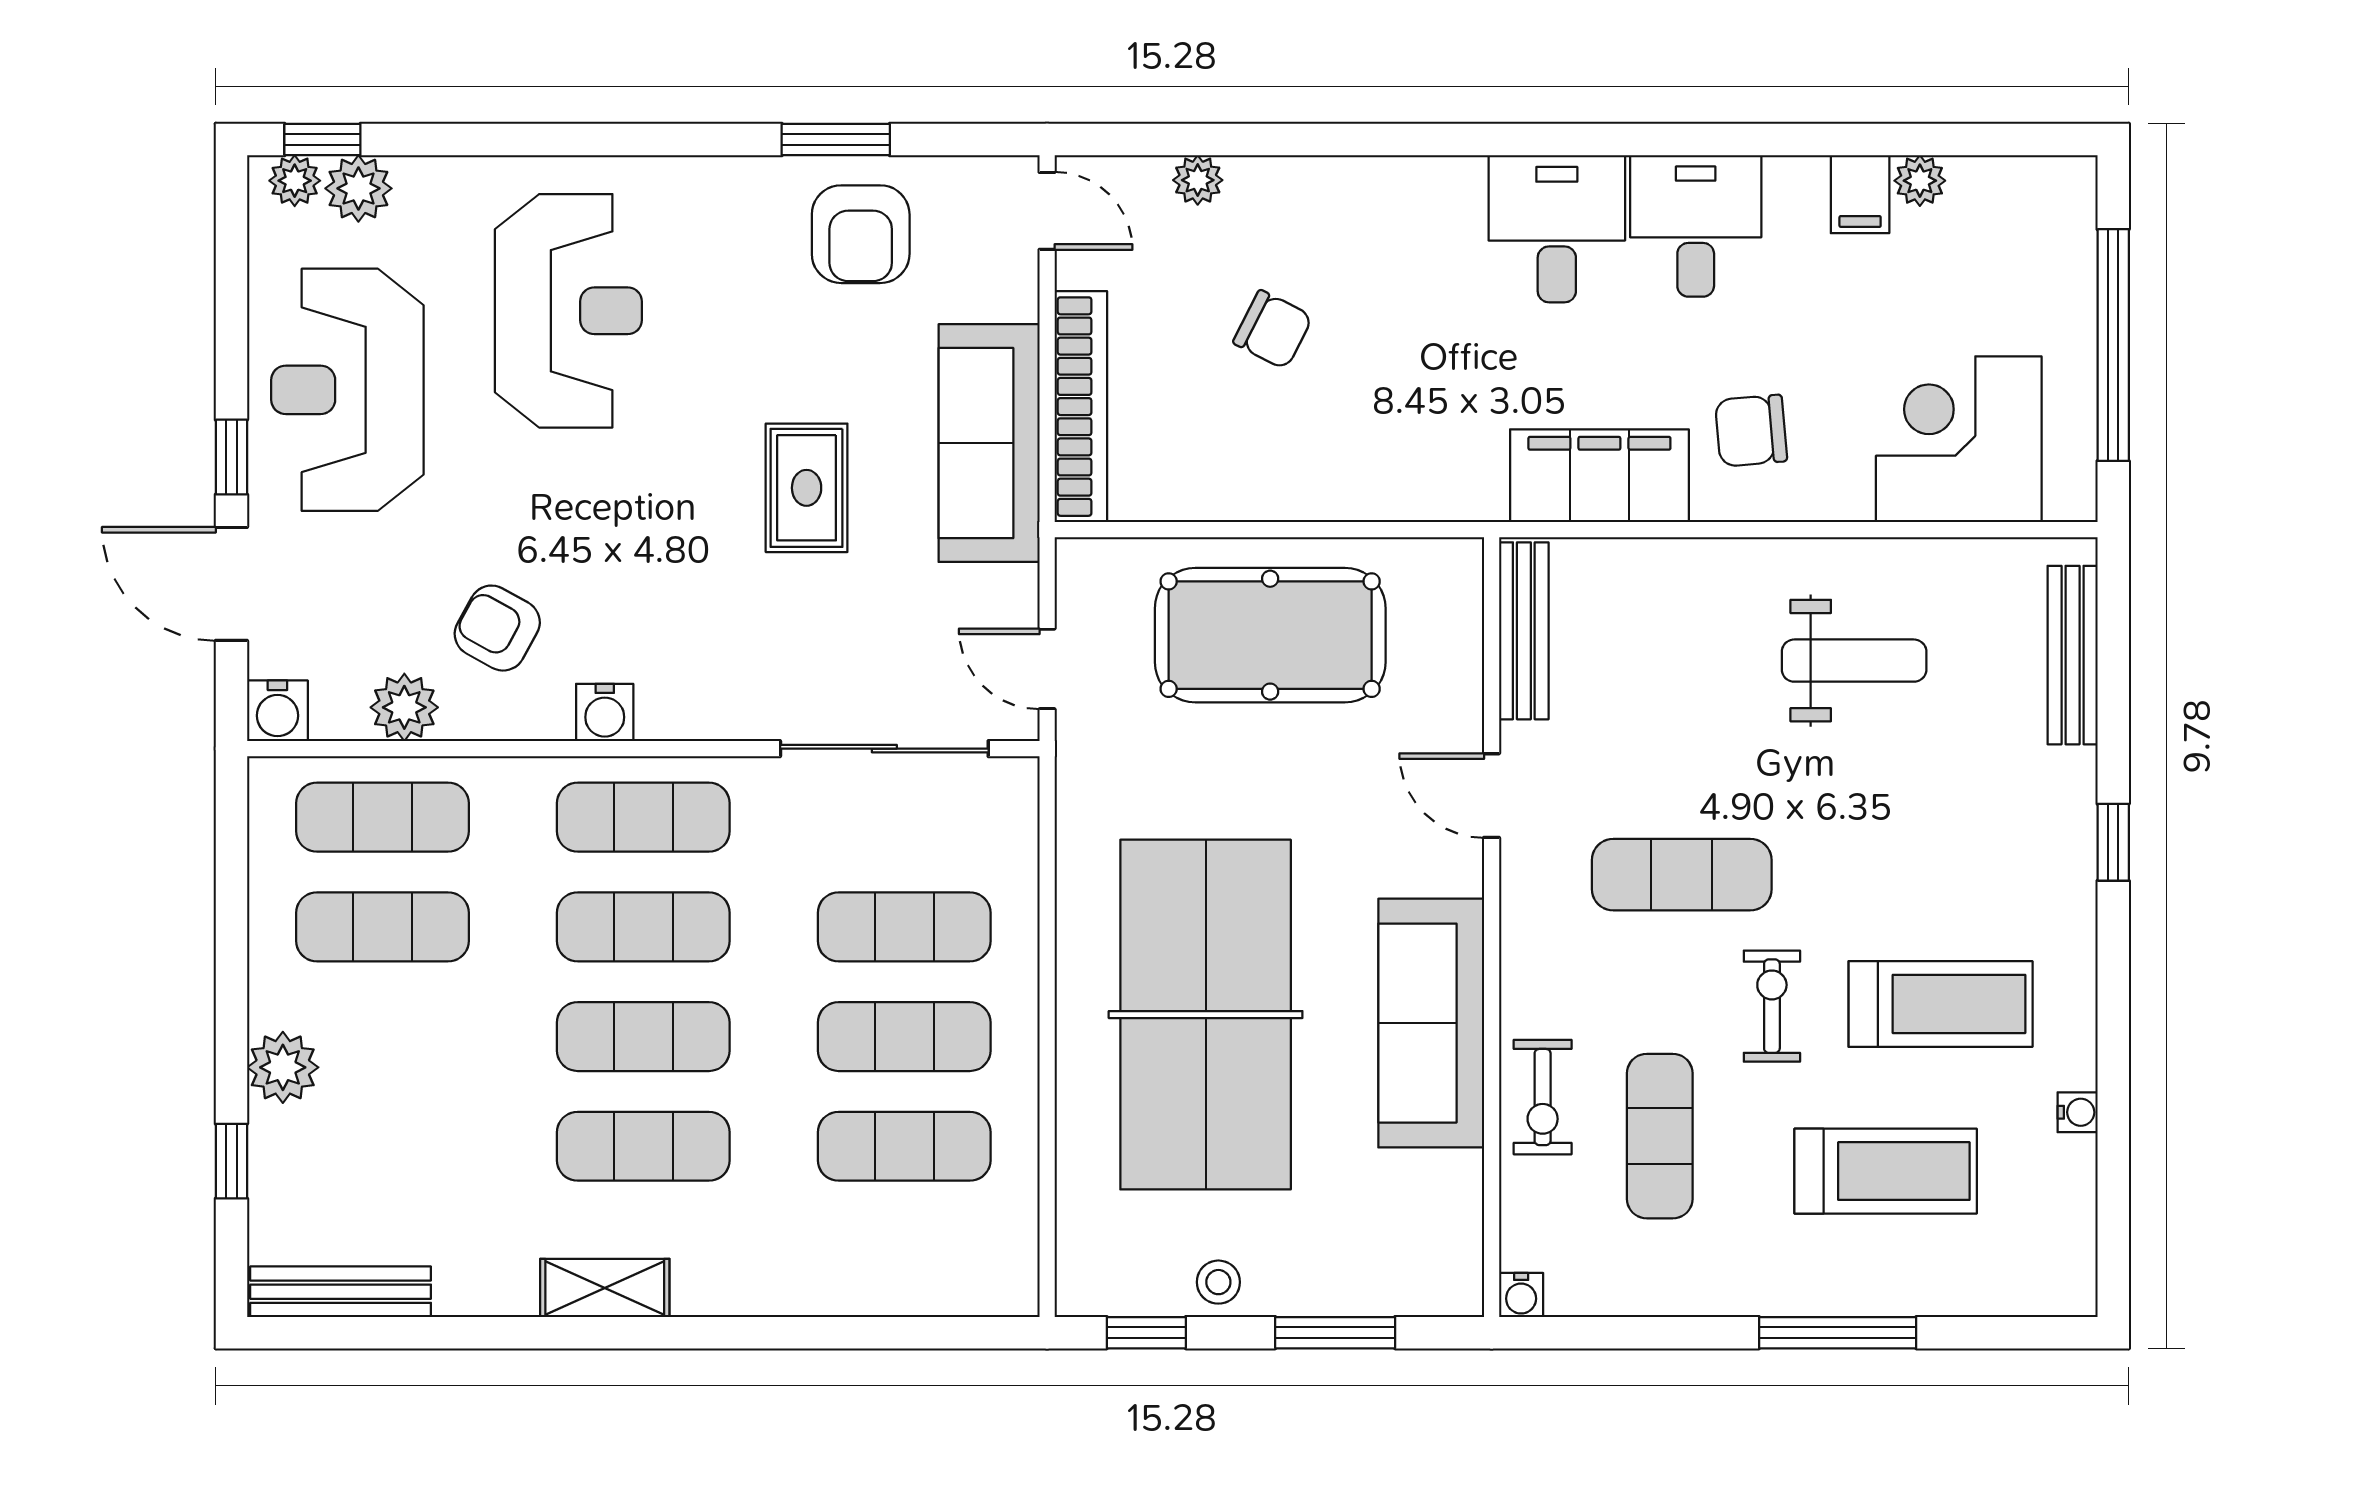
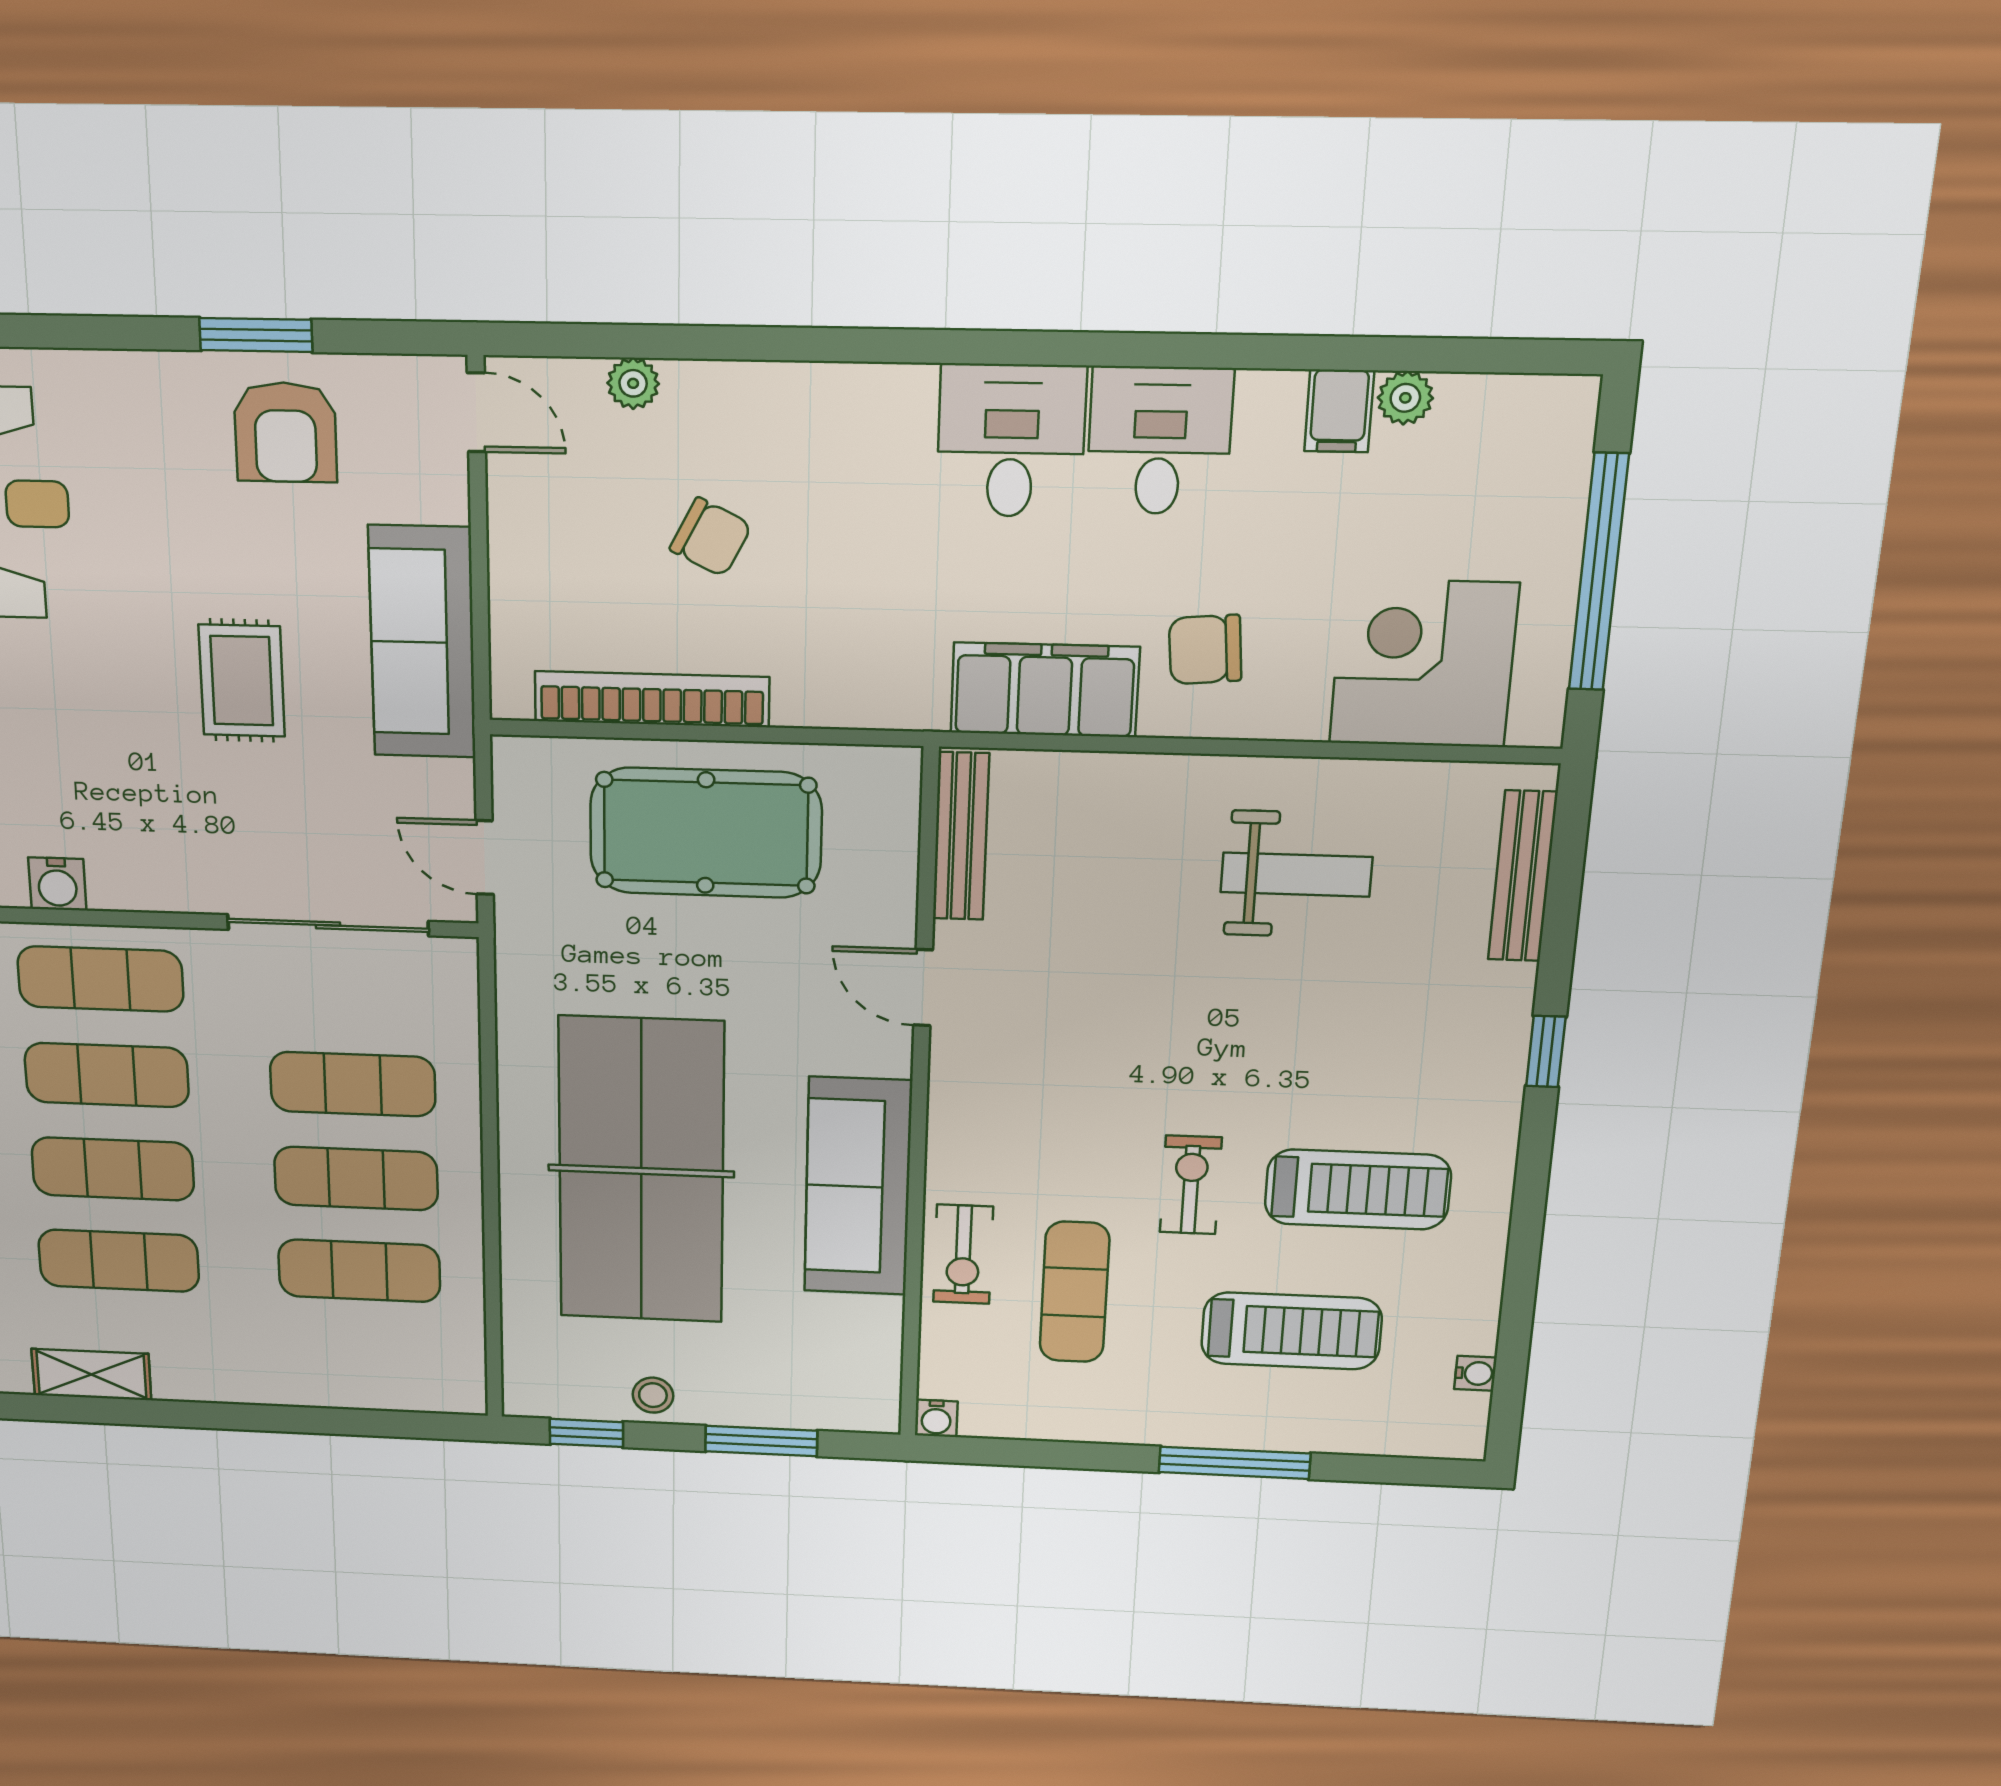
bookcase: (1081, 407) -> (652, 699), moved, turned -90
exercise mat: (1682, 875) -> (1109, 1065), removed
water cooler: (2078, 1112) -> (1475, 1373), moved

